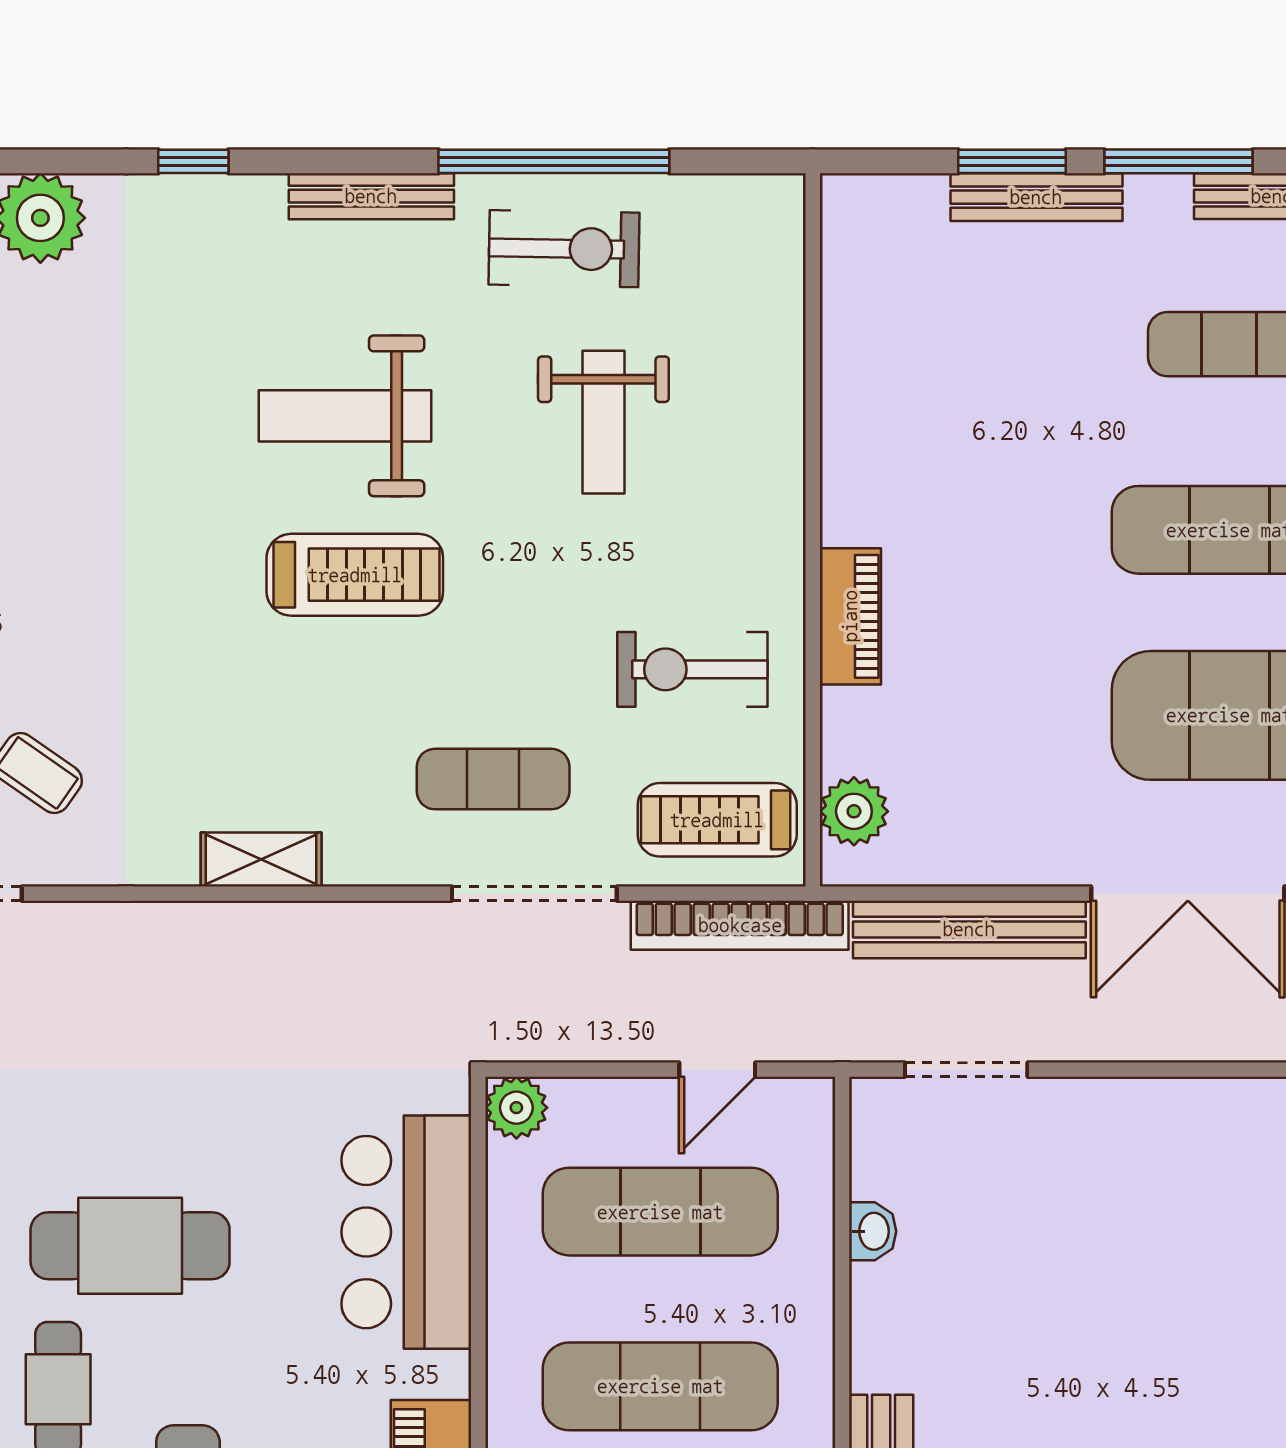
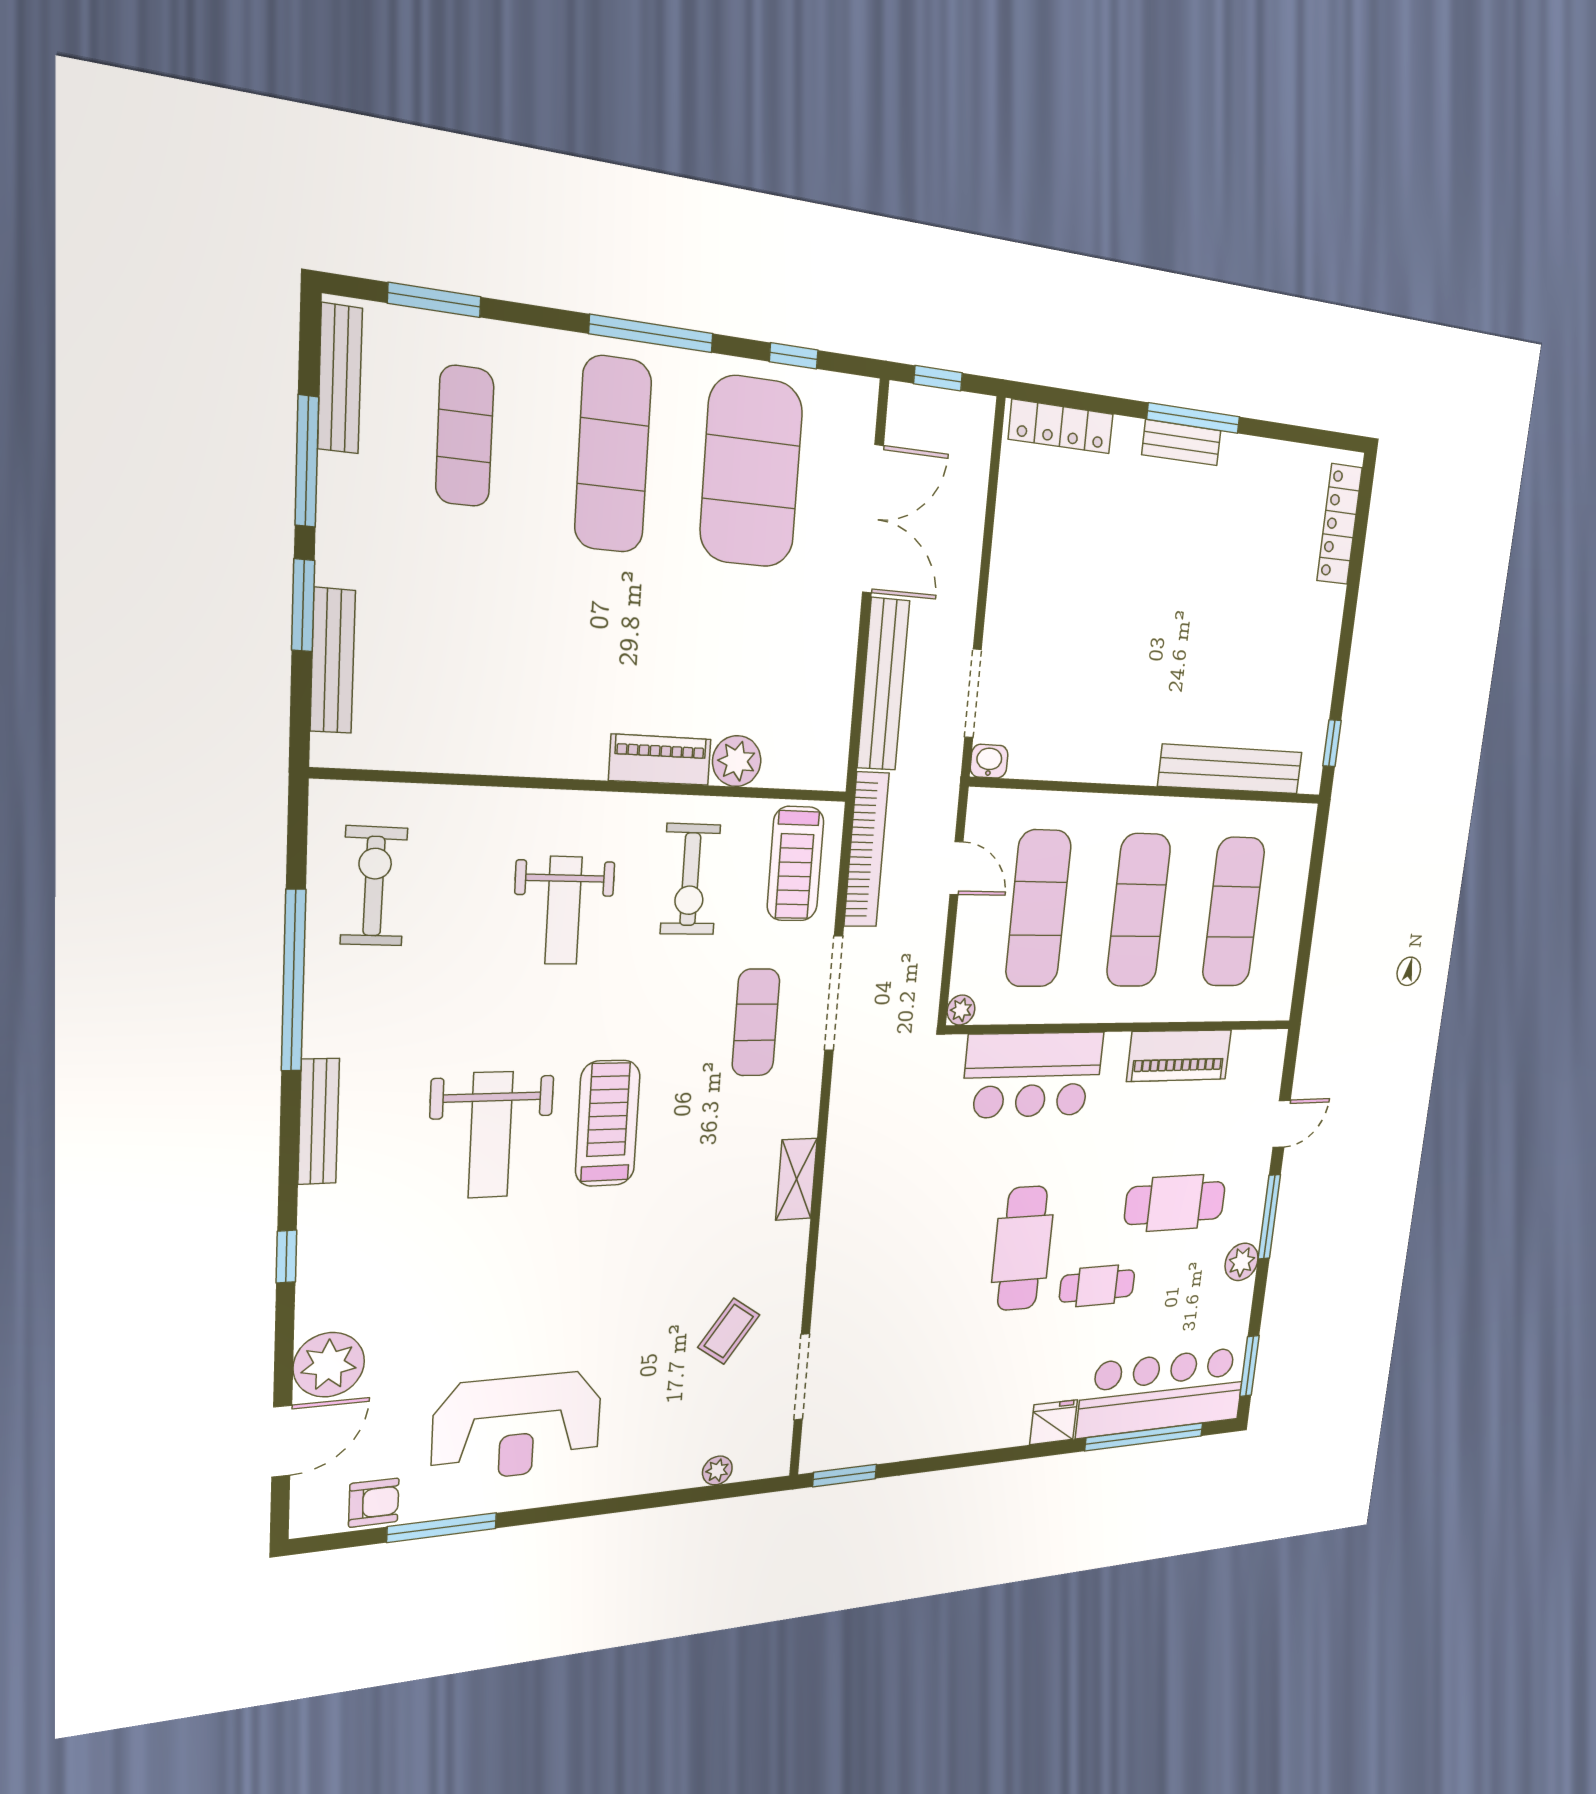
bench: (1036, 197) -> (333, 661), moved
exercise bike: (564, 249) -> (374, 886), moved
weight bench: (603, 422) -> (563, 911), moved, turned 90
plant: (854, 811) -> (737, 761), moved
plant: (516, 1108) -> (961, 1010), width x0.73, depth x0.73
washbasin: (873, 1231) -> (989, 761), moved

